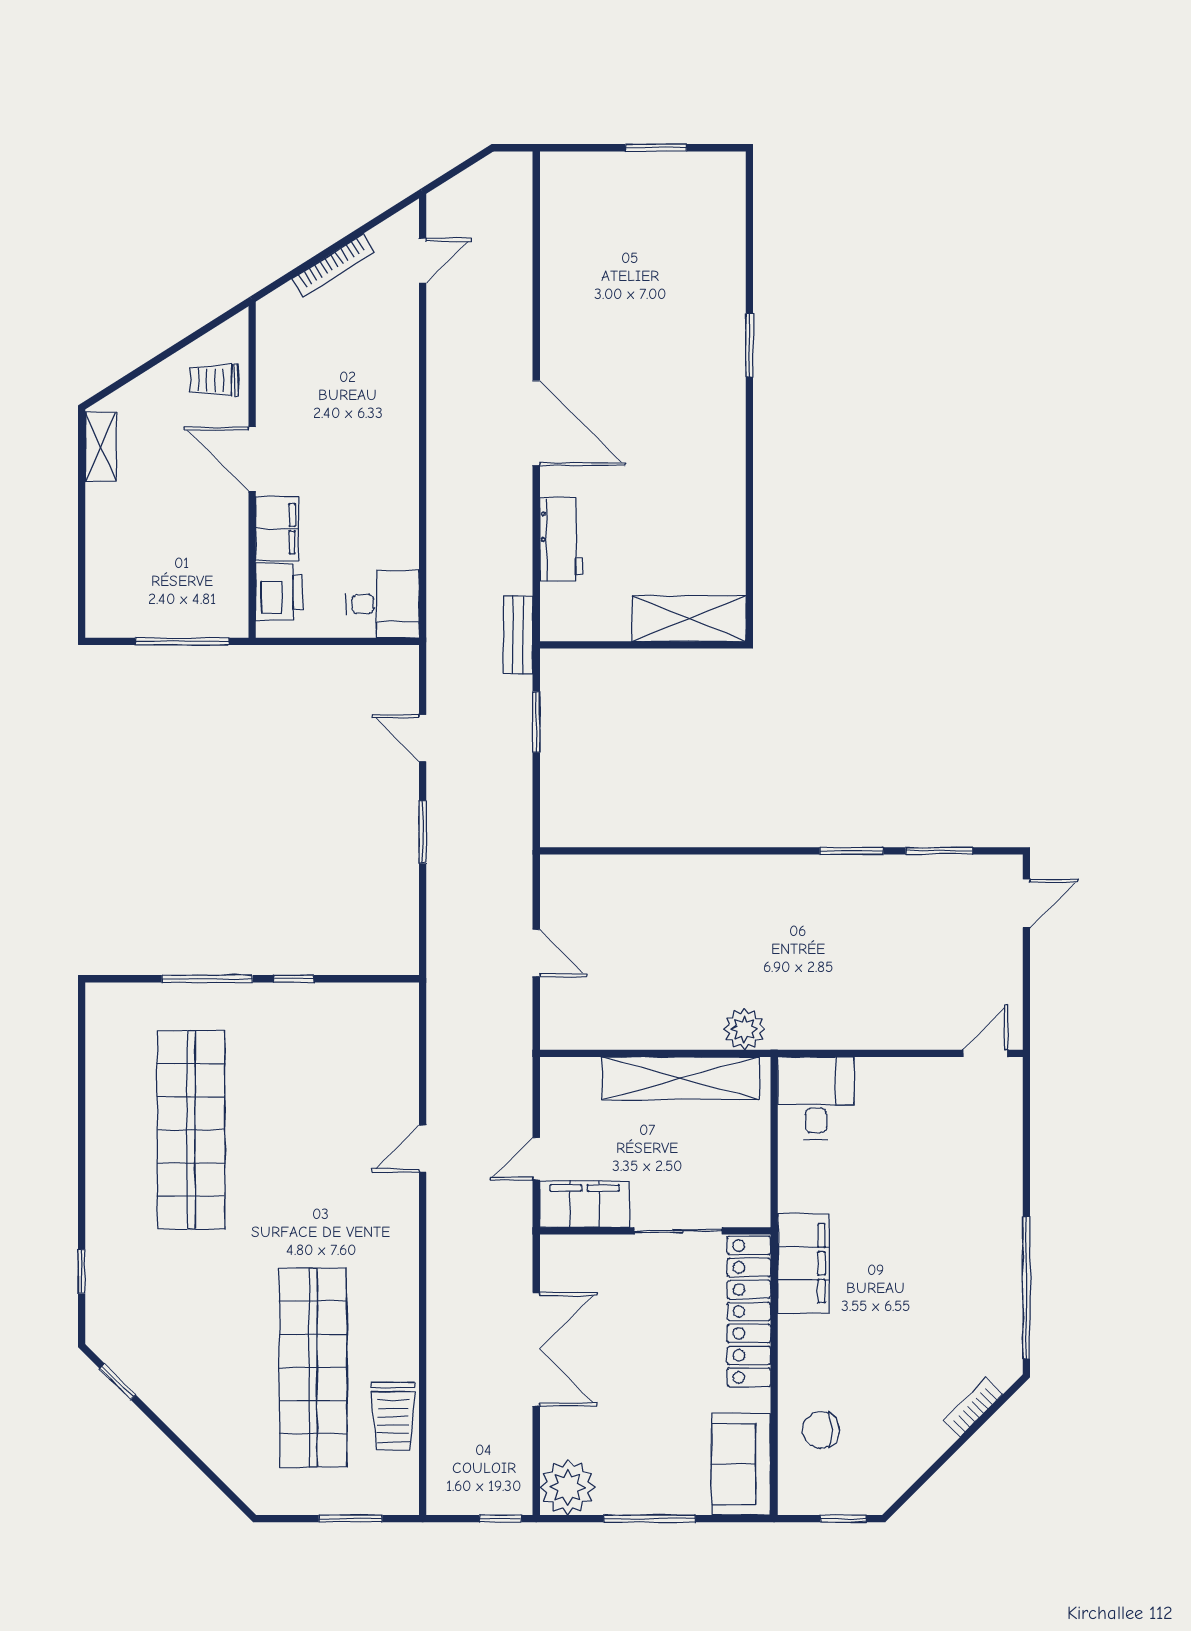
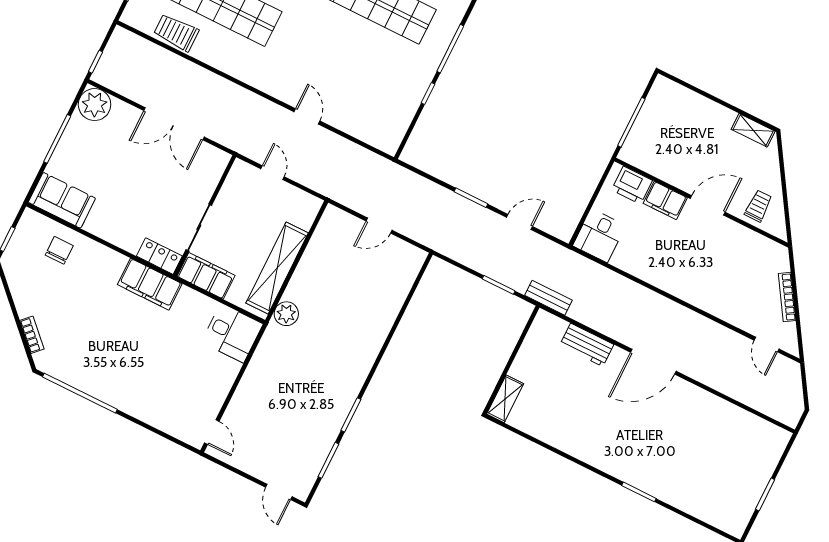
shelving: (689, 619) -> (505, 399), width x0.67, depth x0.75
filing cabinet: (584, 1204) -> (206, 276), moved, turned -90
locker: (749, 1311) -> (159, 256), width x0.46, depth x0.83

